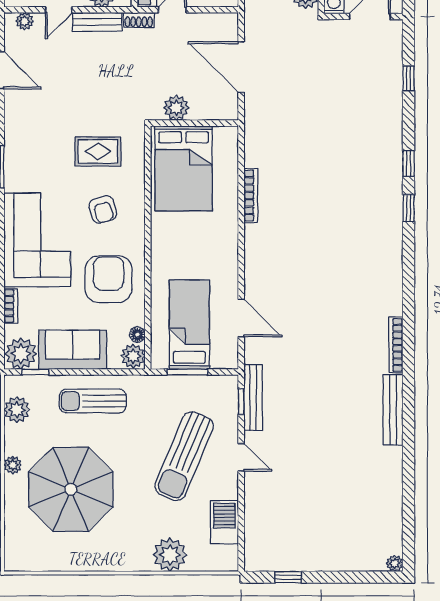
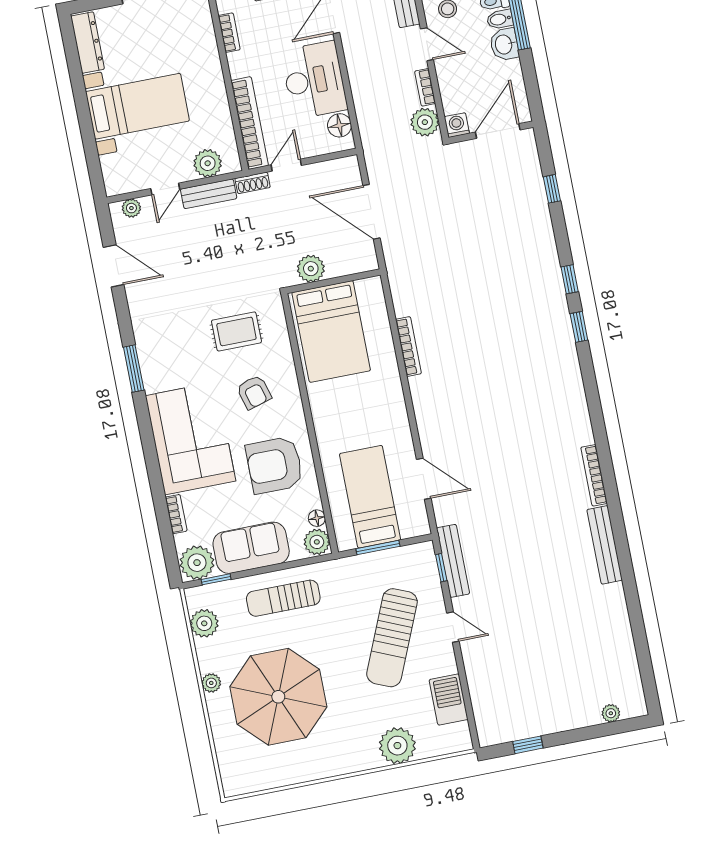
armchair: (109, 279) -> (275, 465), turned -90
plant: (395, 563) -> (611, 713), moved

